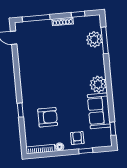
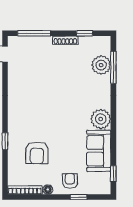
armchair: (48, 117) -> (37, 153), turned 90

